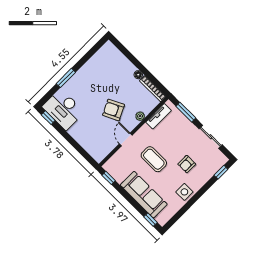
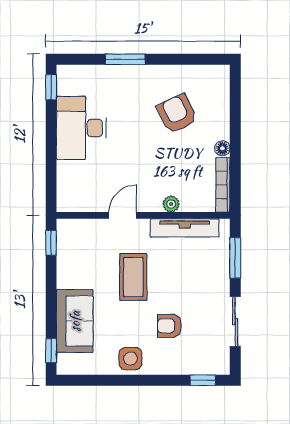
desk: (63, 109) -> (81, 128), moved
armchair: (114, 110) -> (177, 114), moved
tv unit: (158, 116) -> (185, 228), width x1.41
sofa: (144, 195) -> (75, 321), width x0.73

